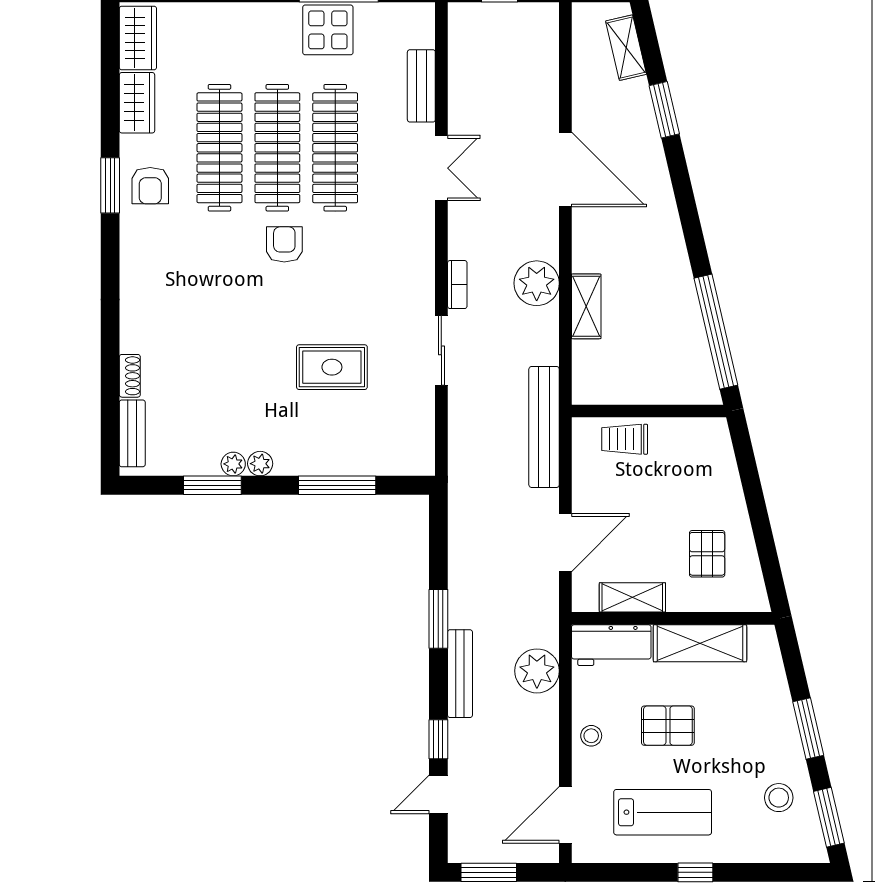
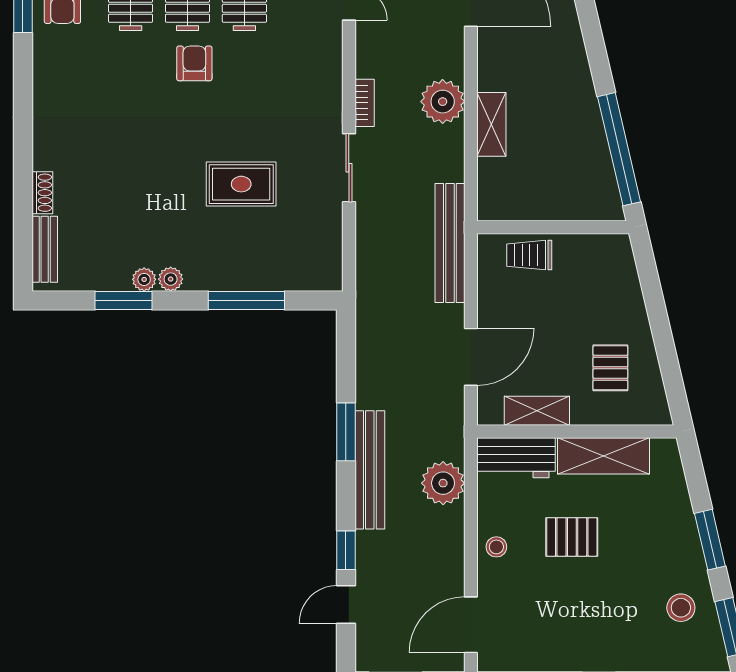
bench: (460, 674) -> (370, 470), width x1.37, depth x1.21
lab bench: (663, 812) -> (567, 622), removed

